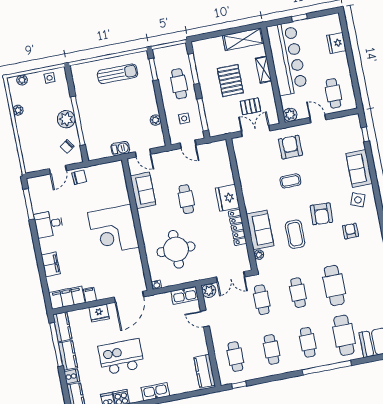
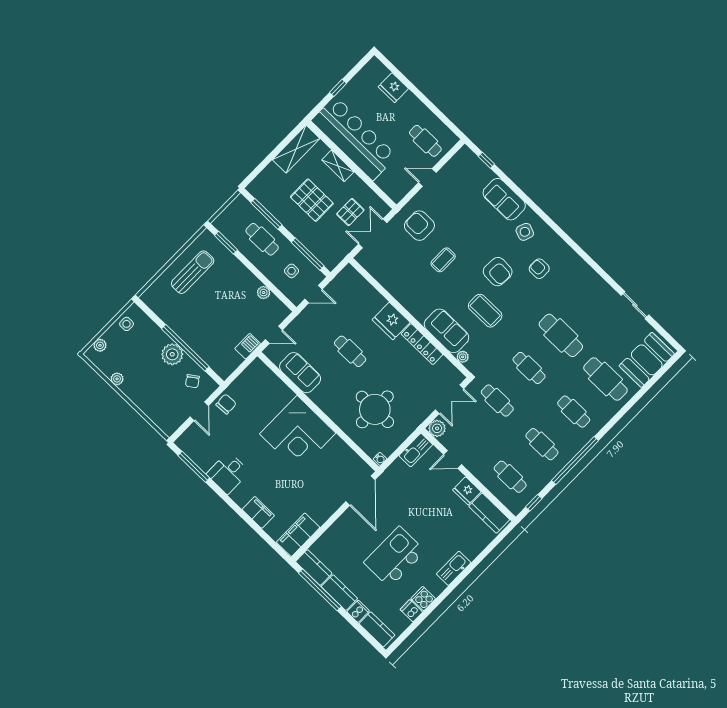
plant: (290, 115) -> (396, 193), removed
filing cabinet: (90, 295) -> (319, 516), removed
fridge: (99, 313) -> (467, 491), moved, turned 90
window: (327, 368) -> (575, 461), moved

